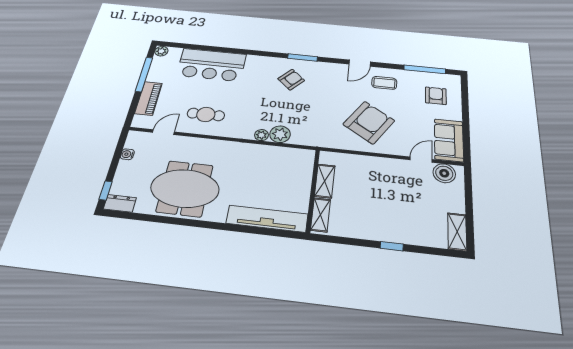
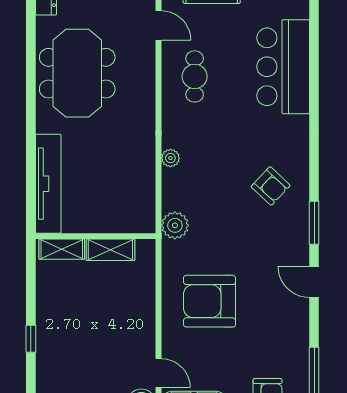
window: (303, 57) -> (314, 223), moved
coffee table: (384, 83) -> (281, 319), removed
armchair: (369, 122) -> (210, 301), turned 147
plant: (280, 134) -> (175, 225), moved

